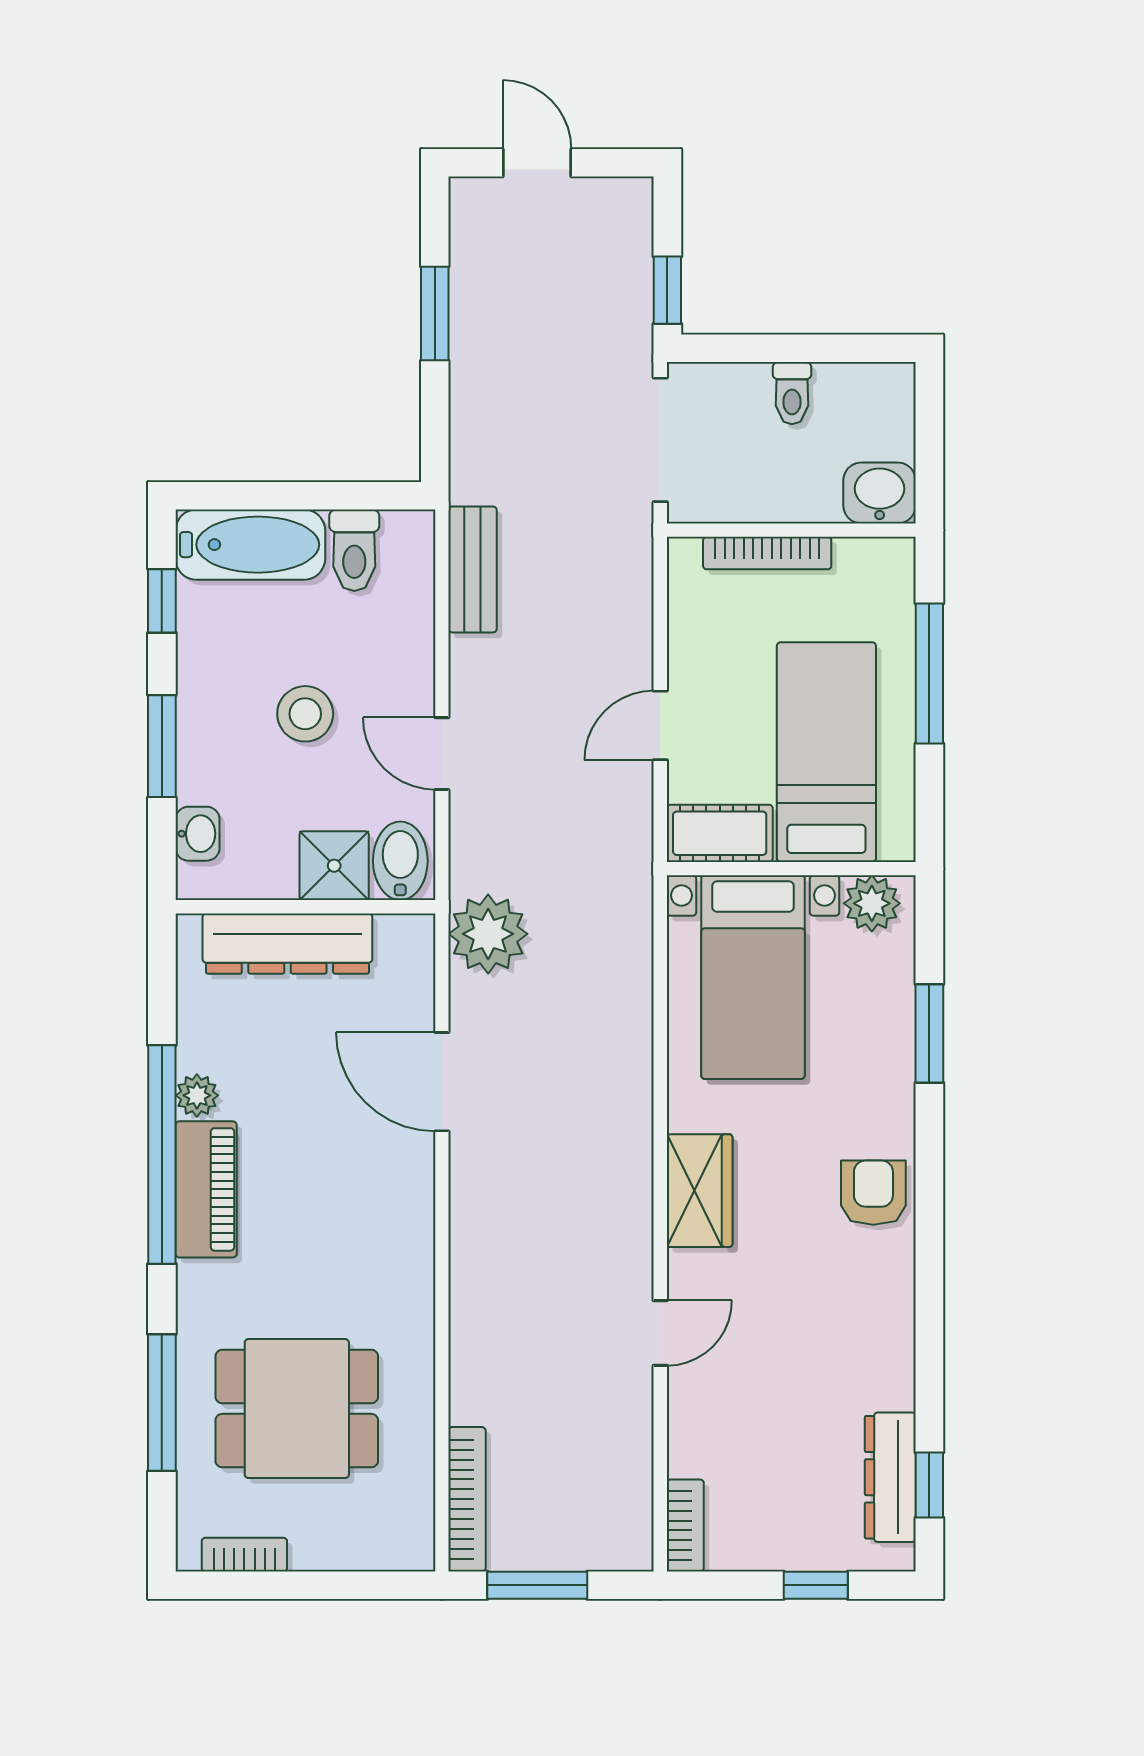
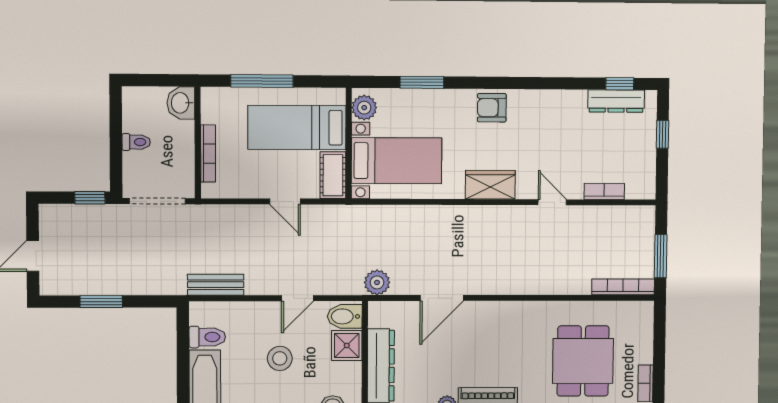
plant: (488, 934) -> (377, 282), width x0.73, depth x0.73
bookcase: (685, 1526) -> (604, 191), moved

